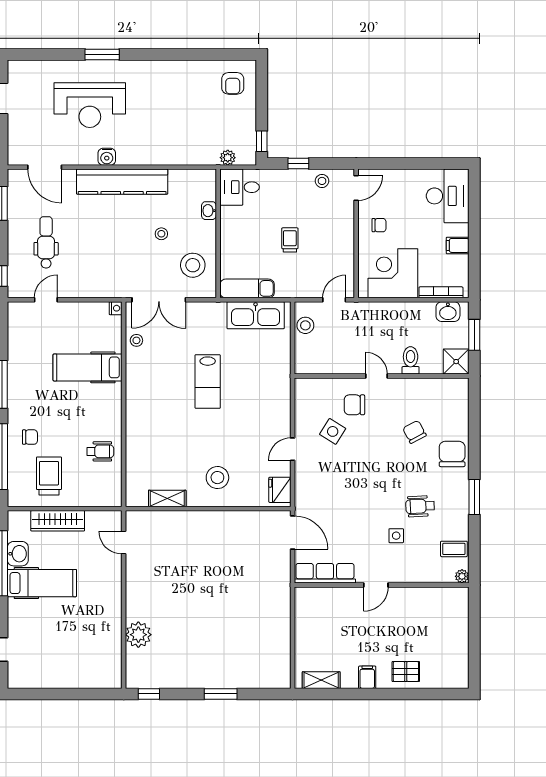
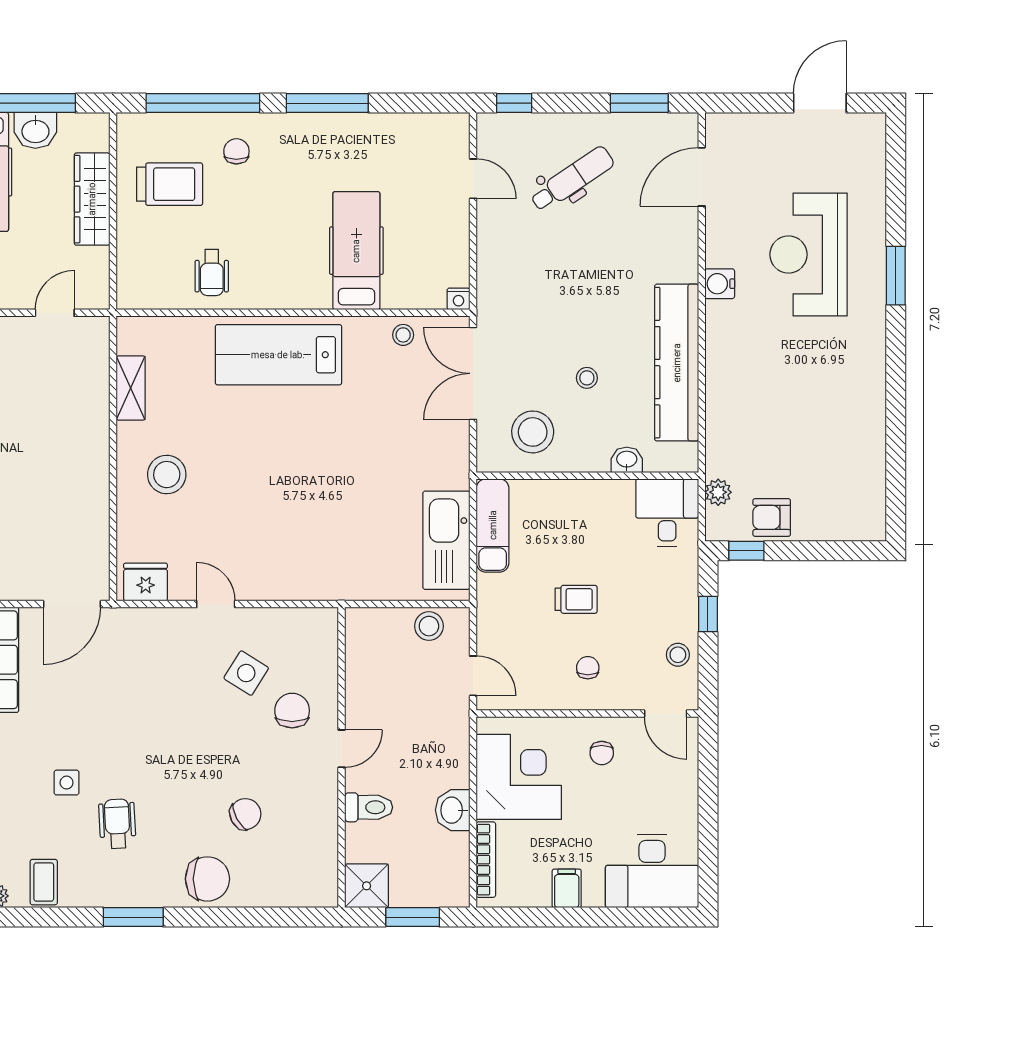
armchair: (233, 83) -> (772, 517), moved
kitchen counter: (122, 182) -> (677, 363), moved
chair: (330, 233) -> (588, 668), added
dental chair: (46, 242) -> (572, 179), turned -34
washbasin: (448, 312) -> (453, 810), moved
lab bench: (208, 382) -> (278, 355), moved, width x1.36, depth x1.39
chair: (30, 437) -> (236, 151), turned 180

